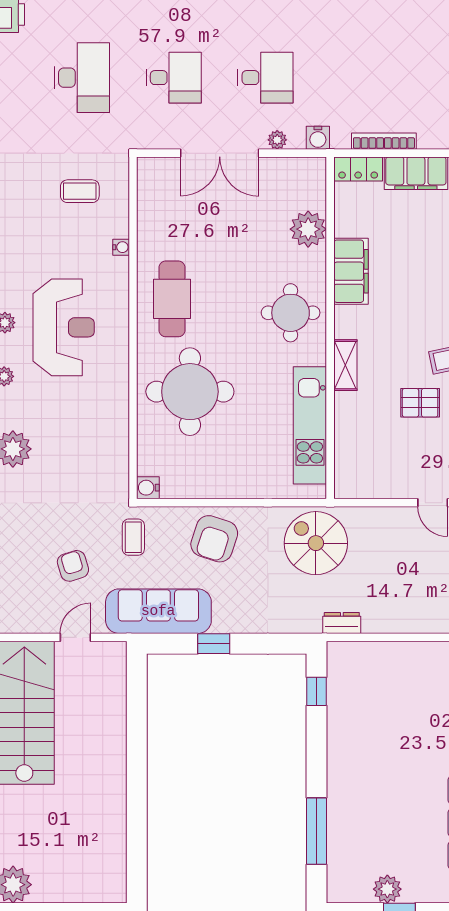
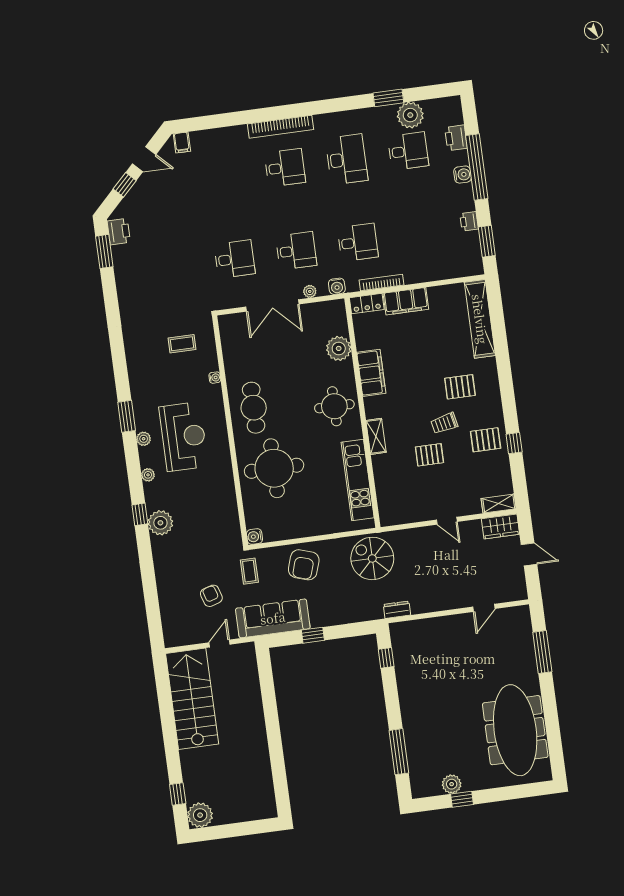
desk: (82, 78) -> (358, 242), moved, width x0.73

